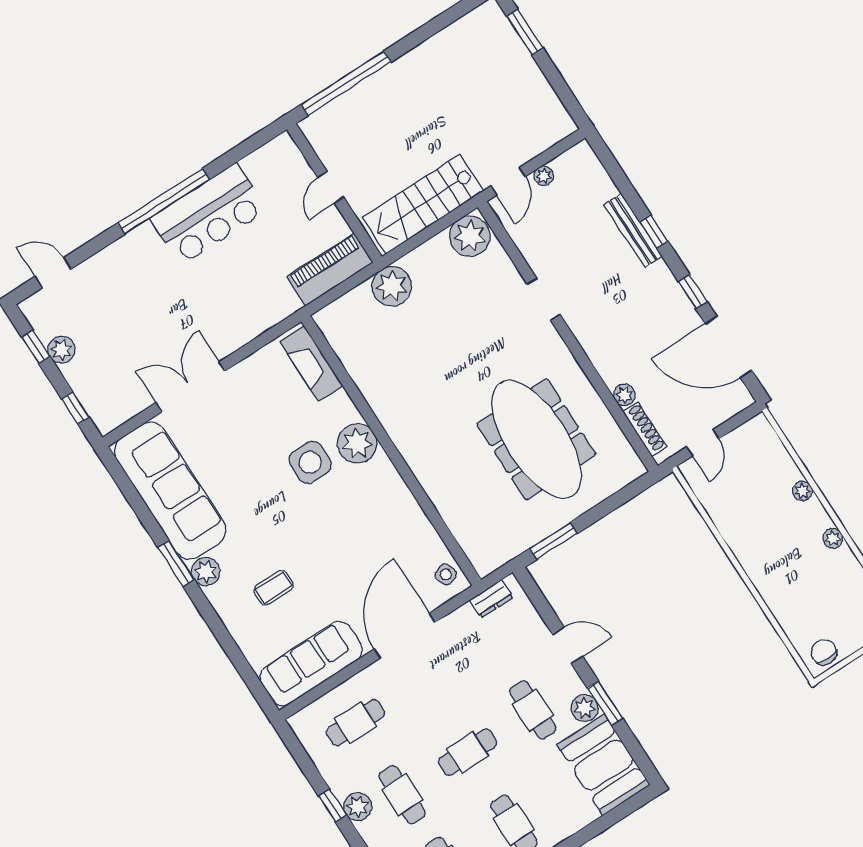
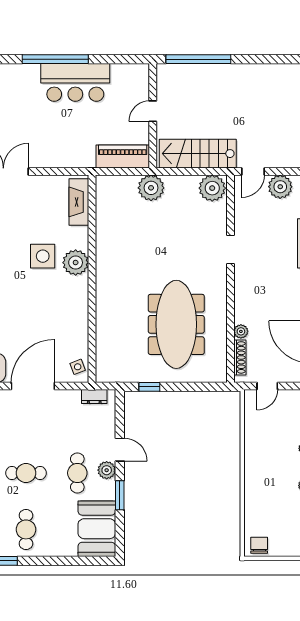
plant: (544, 176) -> (280, 187), width x1.88, depth x1.88
window: (554, 541) -> (149, 387), width x0.67
plant: (585, 708) -> (107, 470), moved

